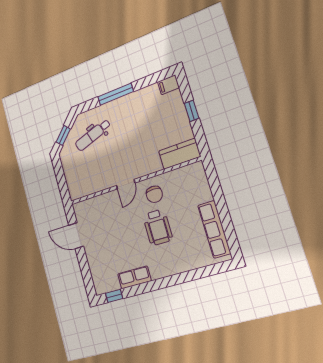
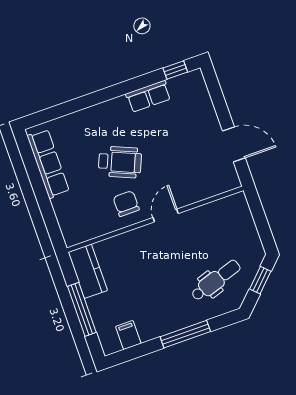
filing cabinet: (168, 85) -> (128, 335), moved, turned -90
window: (192, 111) -> (82, 309), width x2.17
kitchen counter: (179, 154) -> (88, 271), moved, turned -90
wheelchair: (158, 227) -> (120, 162), turned 113

